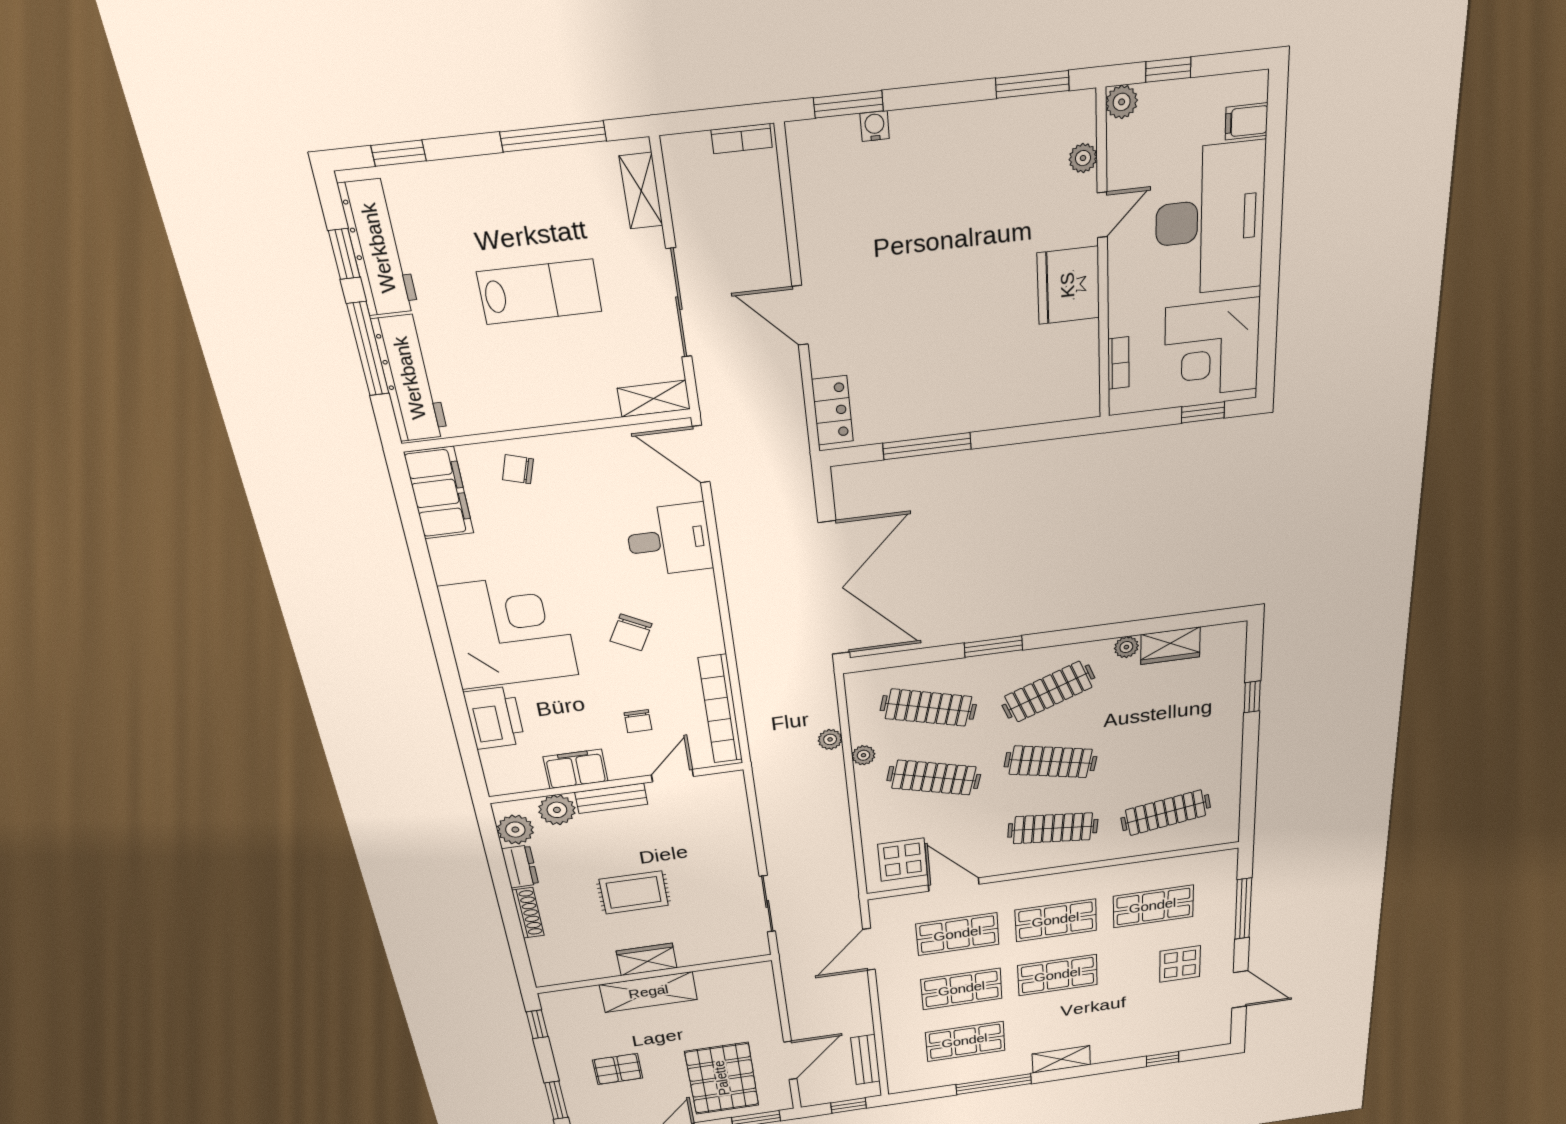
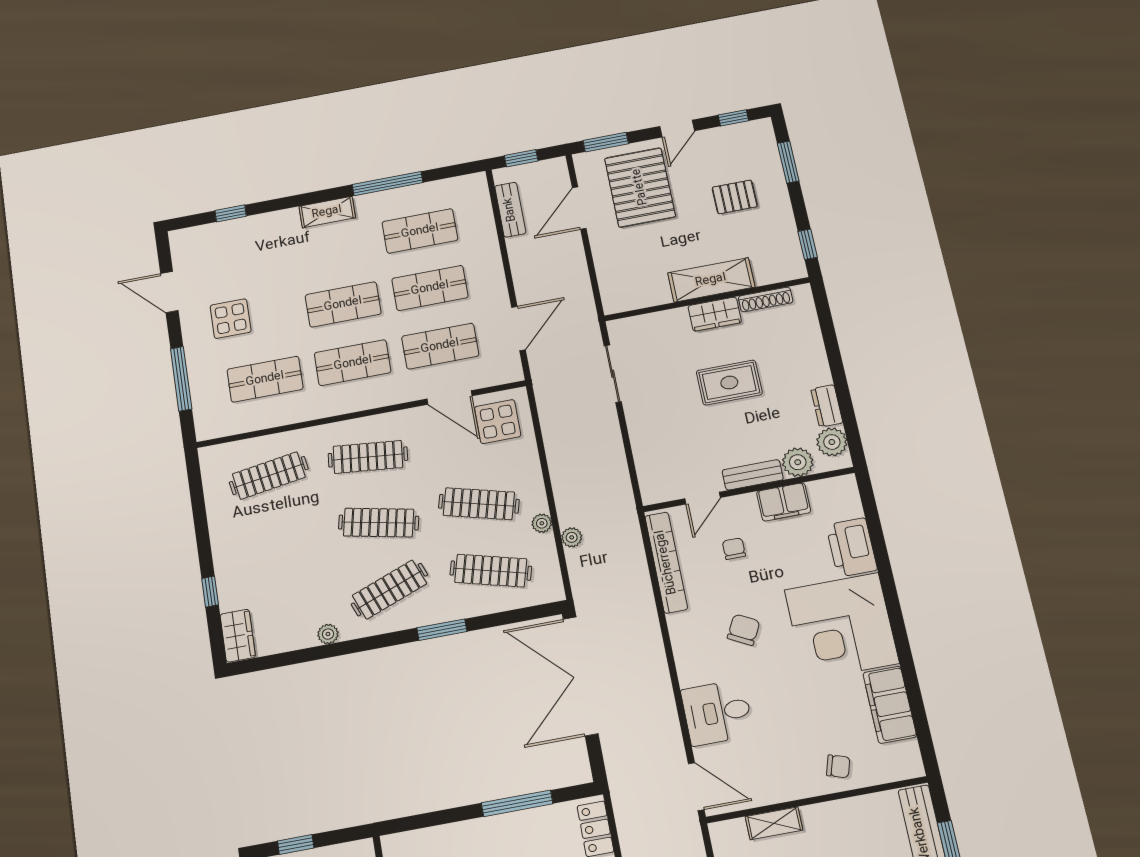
shelving: (654, 399) -> (774, 823), moved
filing cabinet: (439, 493) -> (890, 705), moved
wardrobe: (1170, 646) -> (238, 636), moved, turned 90
shoe rack: (528, 913) -> (766, 299), moved, turned -90

